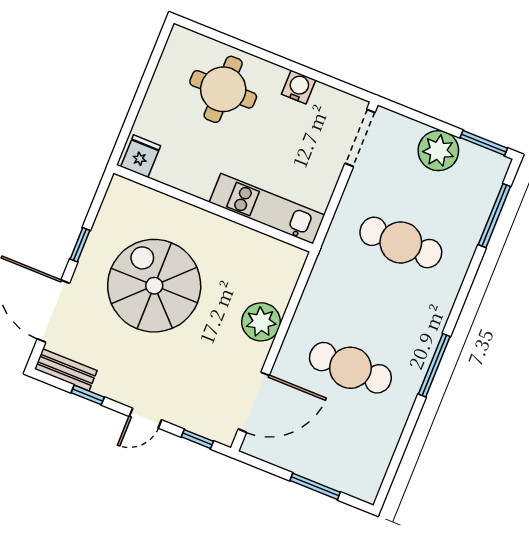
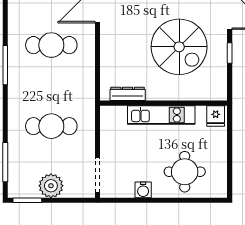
kitchen unit: (267, 209) -> (161, 115), moved
dresser: (263, 245) -> (128, 94), added
plant: (261, 322) -> (111, 51), removed

